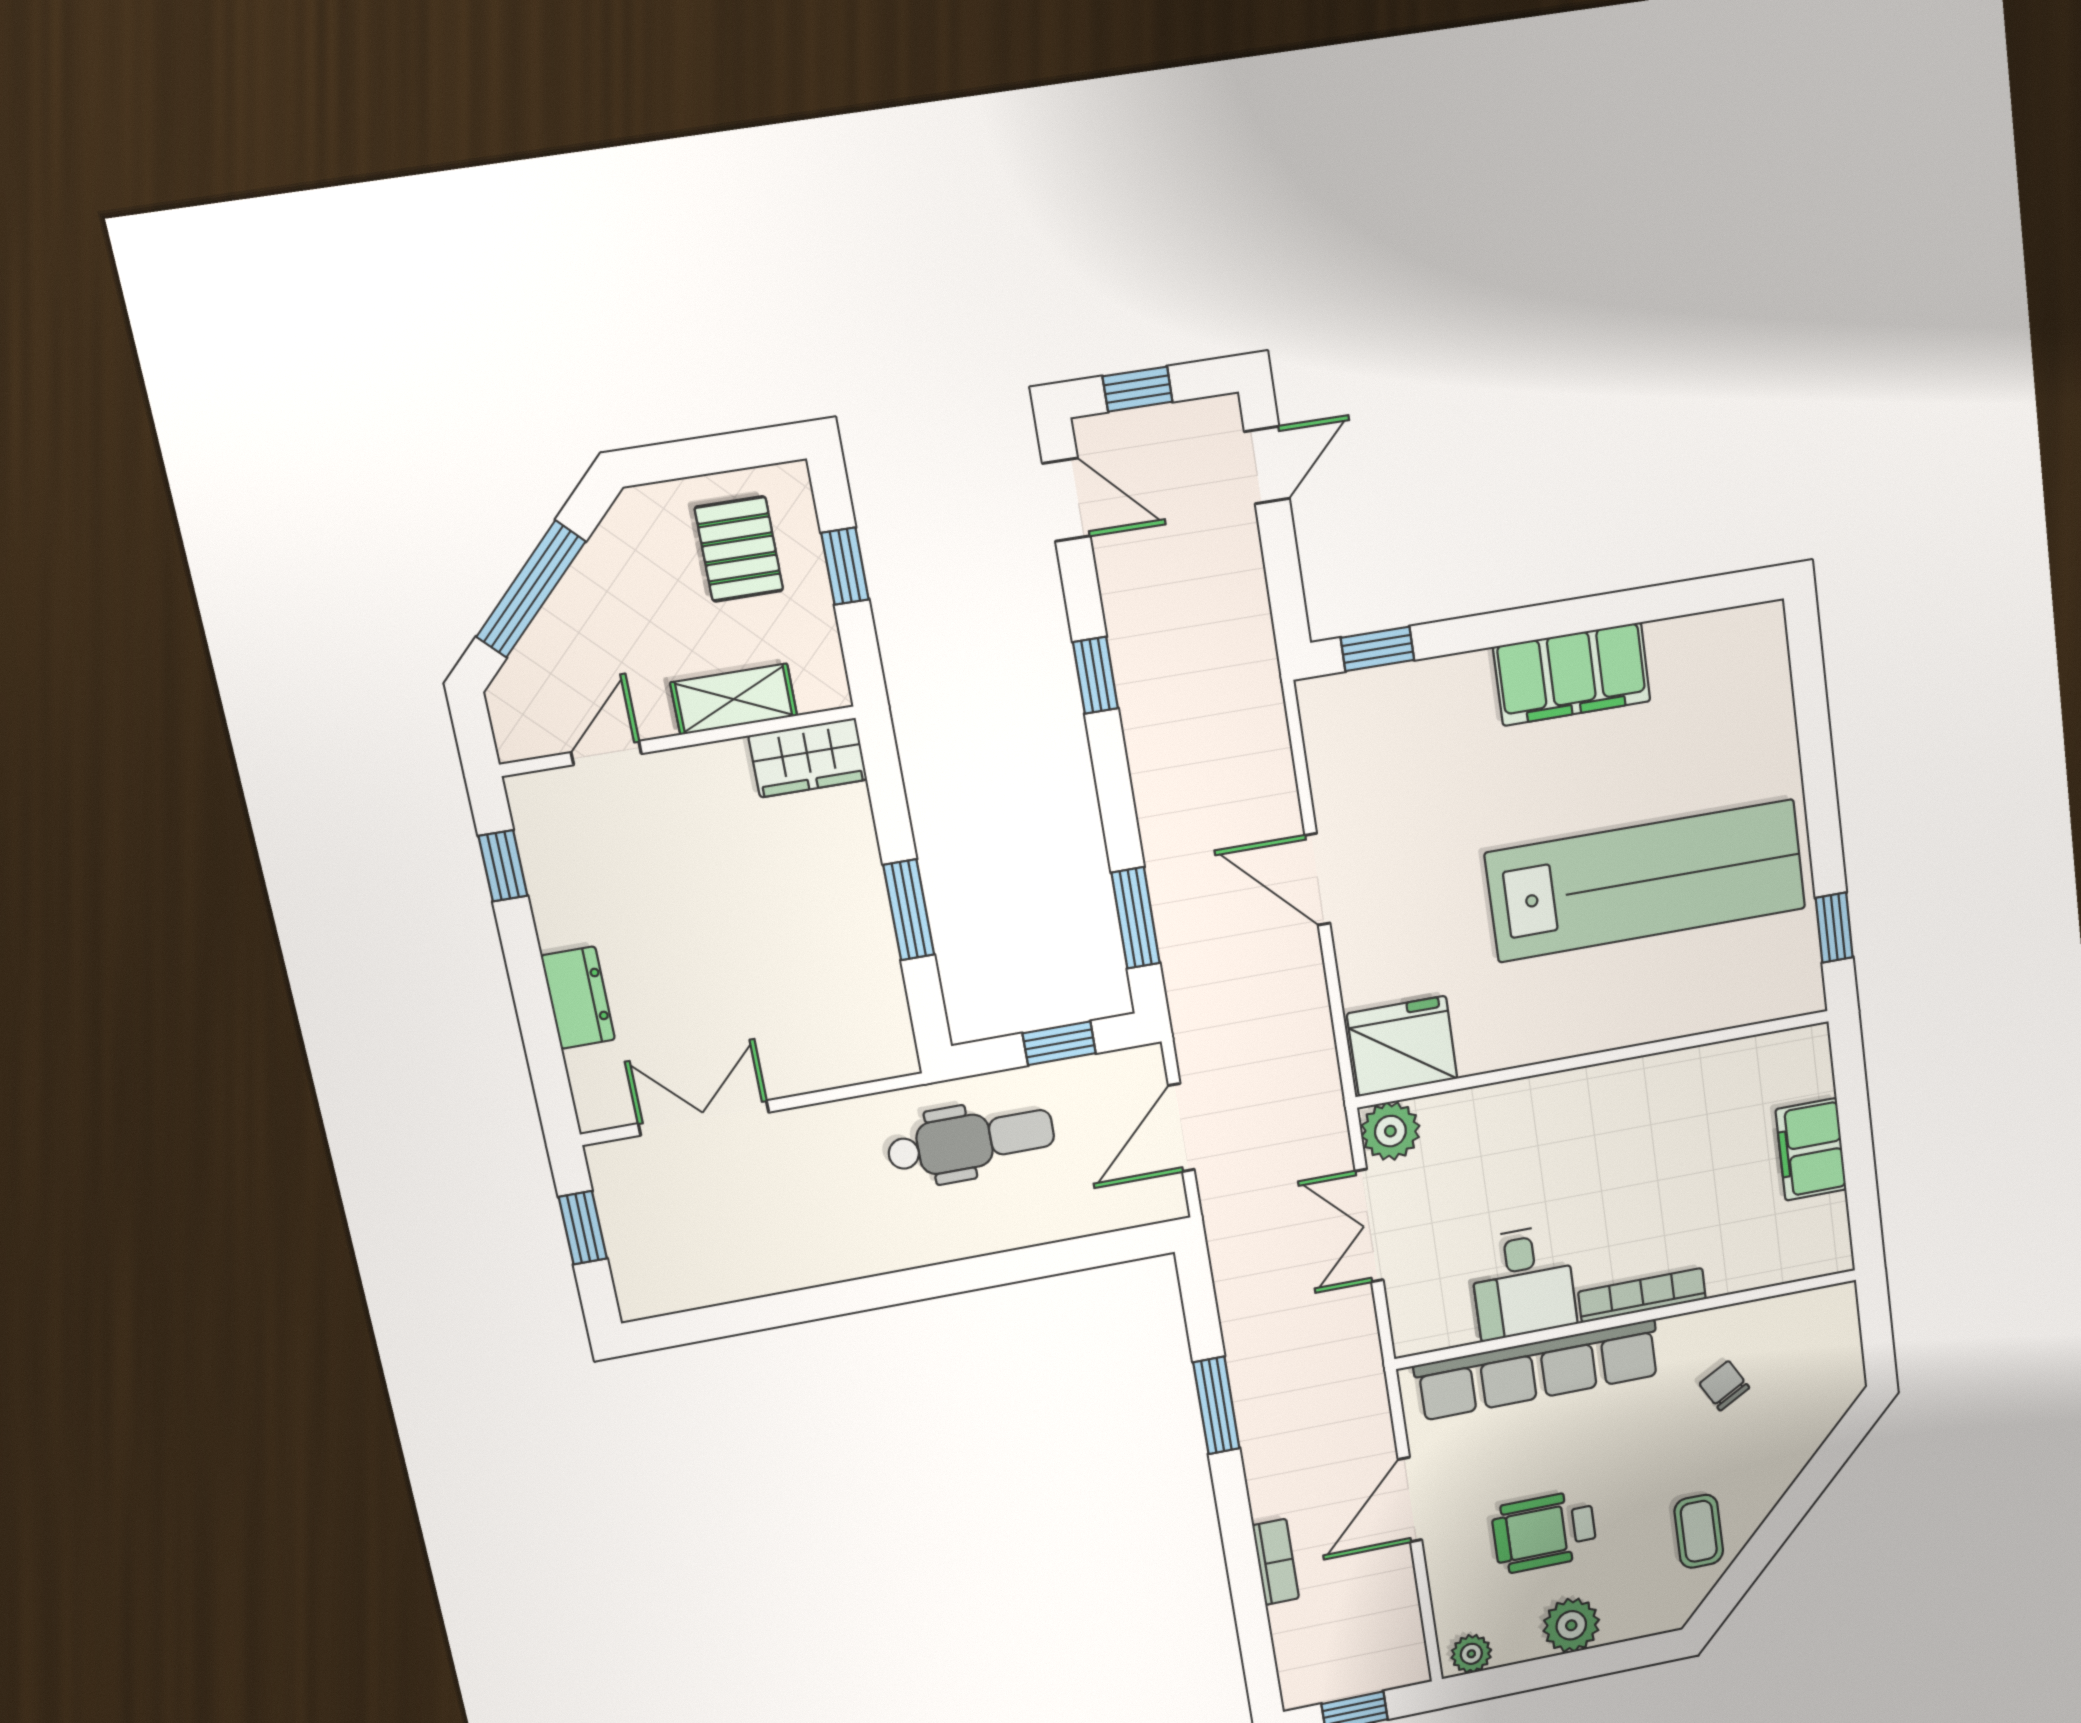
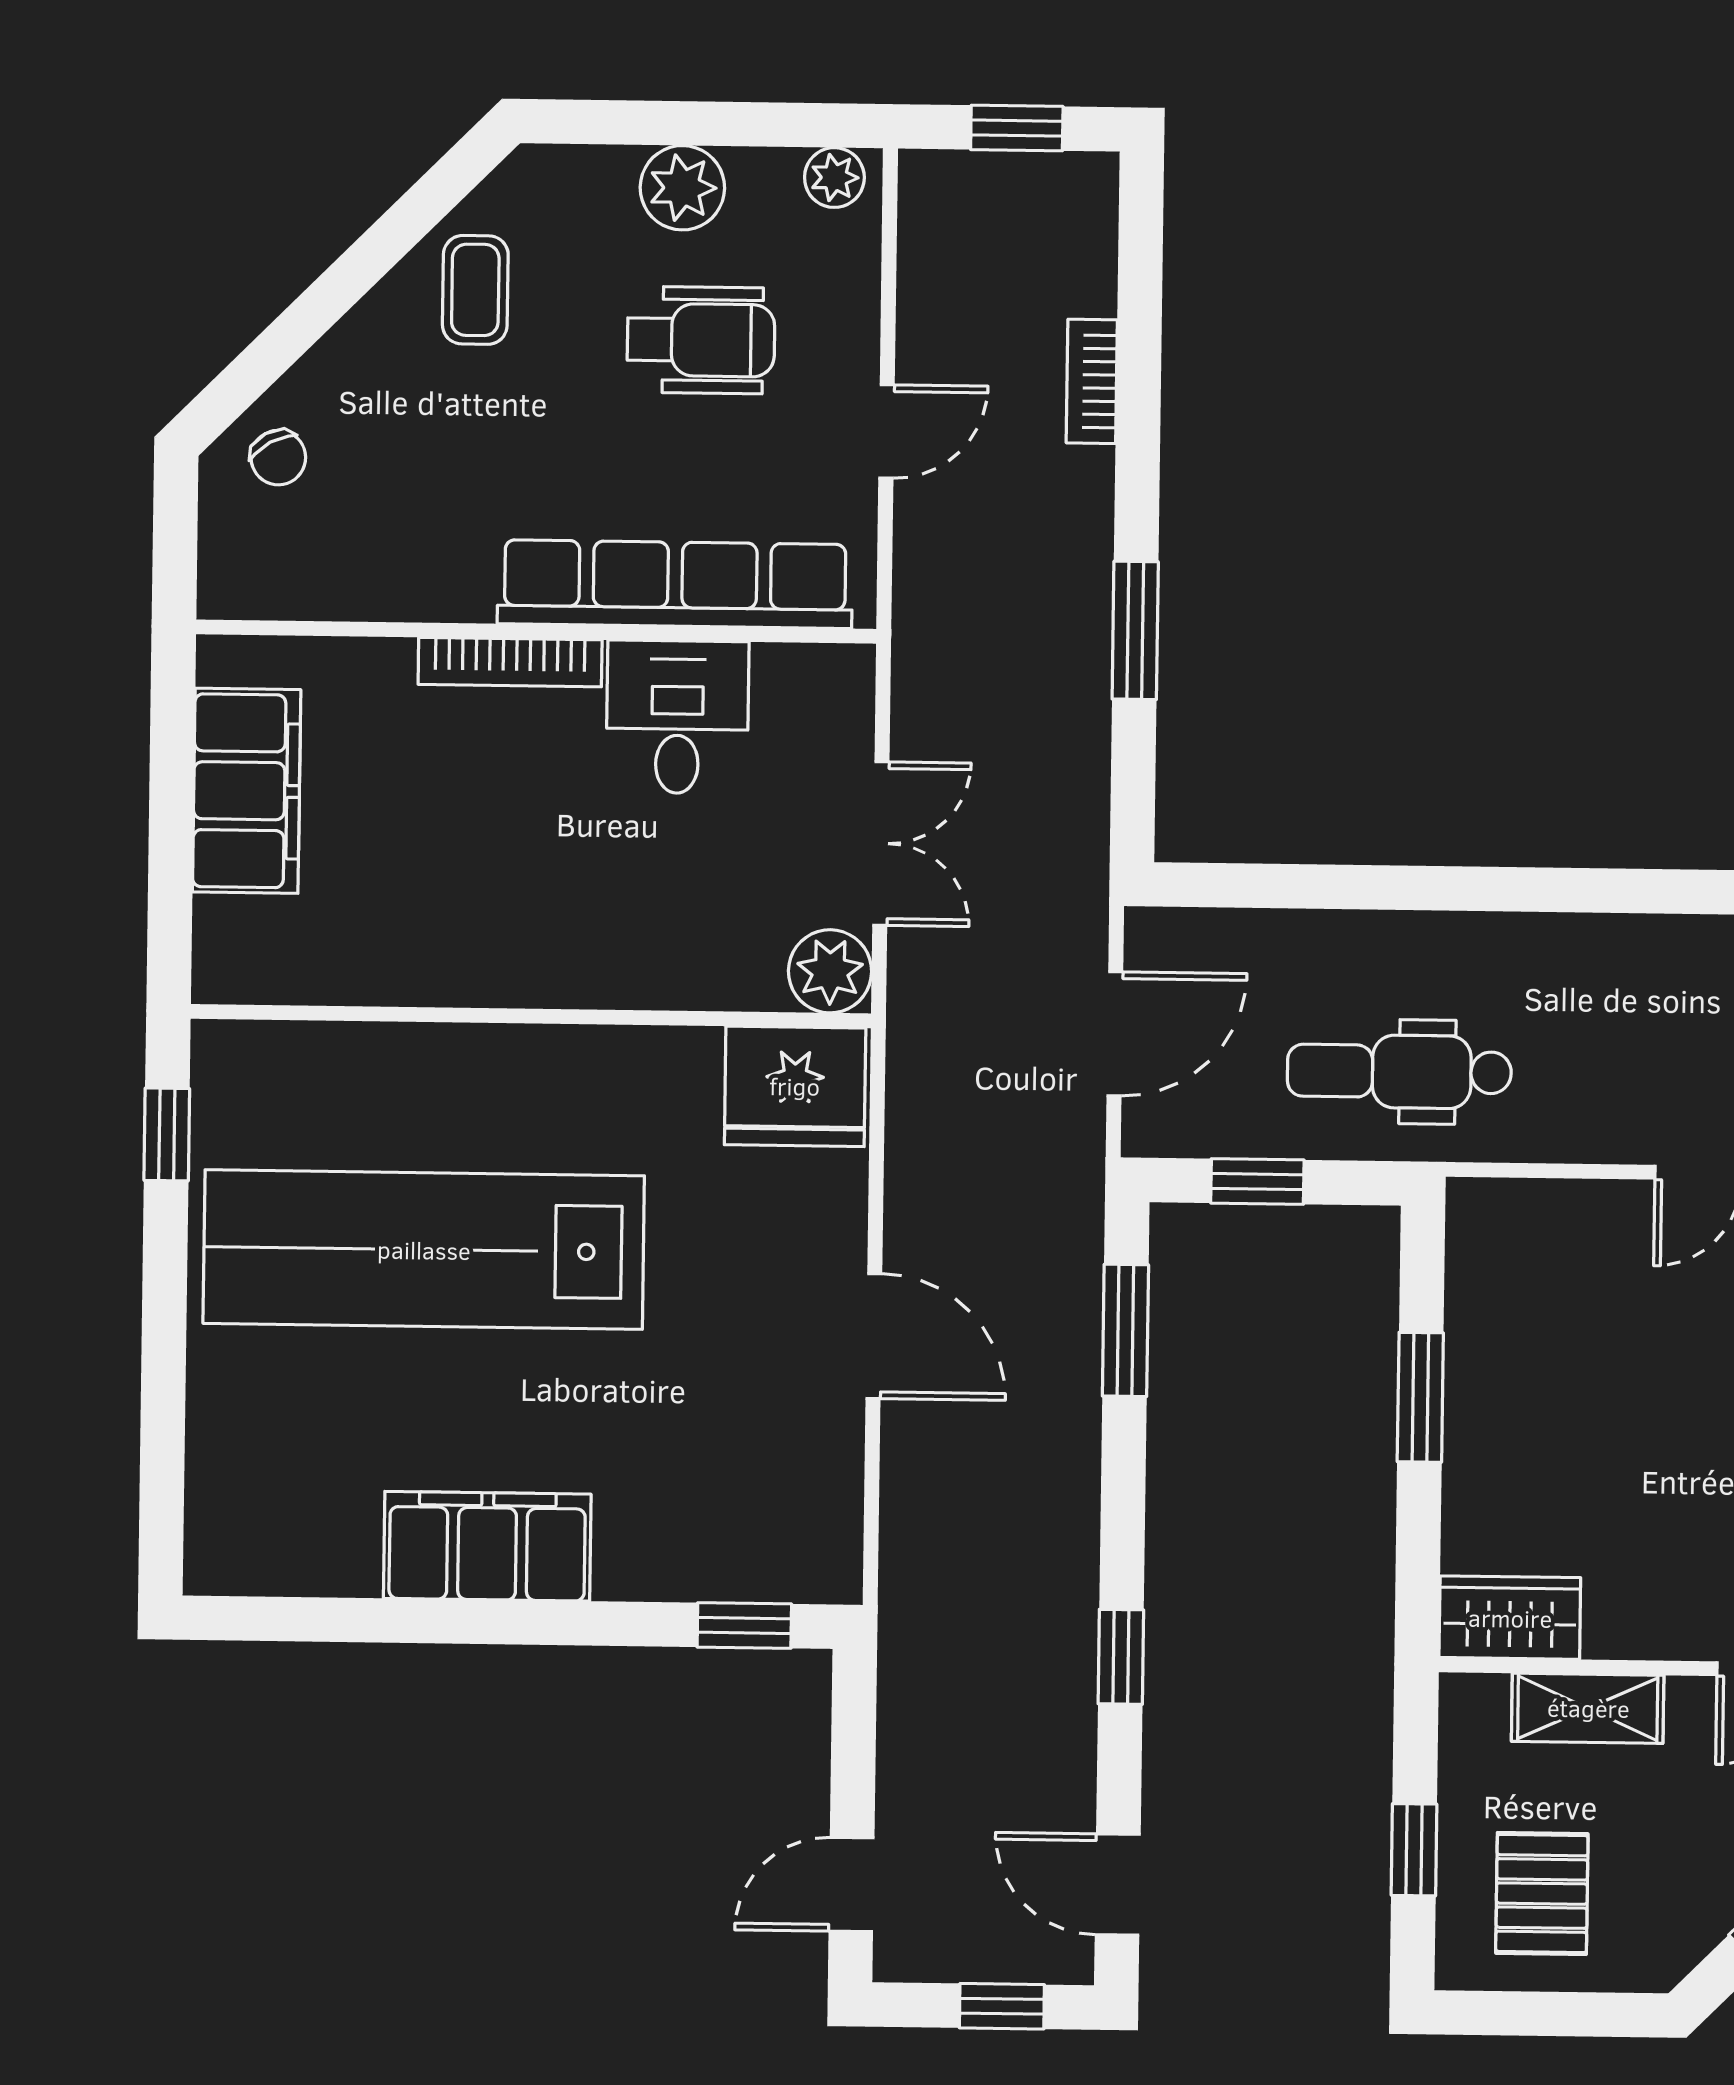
filing cabinet: (1811, 1149) -> (247, 791), width x1.50, depth x1.17
chair: (1724, 1386) -> (278, 458), moved
door: (1410, 1500) -> (887, 431), width x0.73

